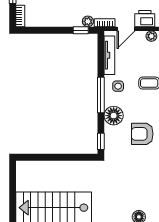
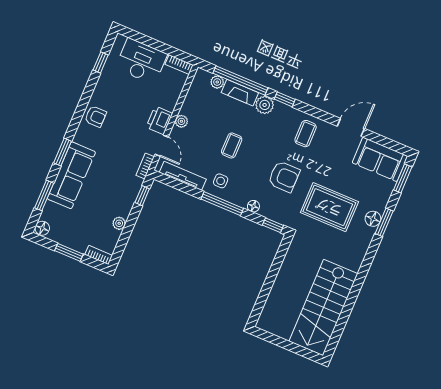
plant: (88, 21) -> (119, 223), moved
floor lamp: (114, 116) -> (253, 206), width x0.53, depth x0.53
armchair: (142, 134) -> (284, 177), turned -90
rug: (134, 179) -> (329, 207), added

